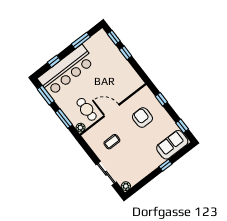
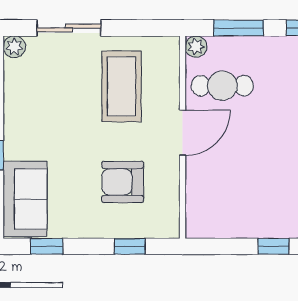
armchair: (142, 118) -> (123, 182), turned 180
coffee table: (112, 142) -> (122, 86), width x1.86, depth x1.72

